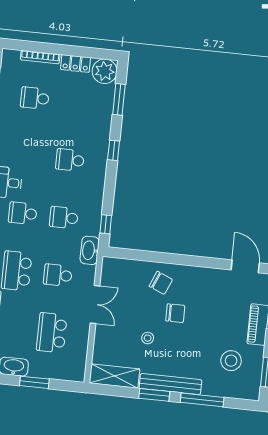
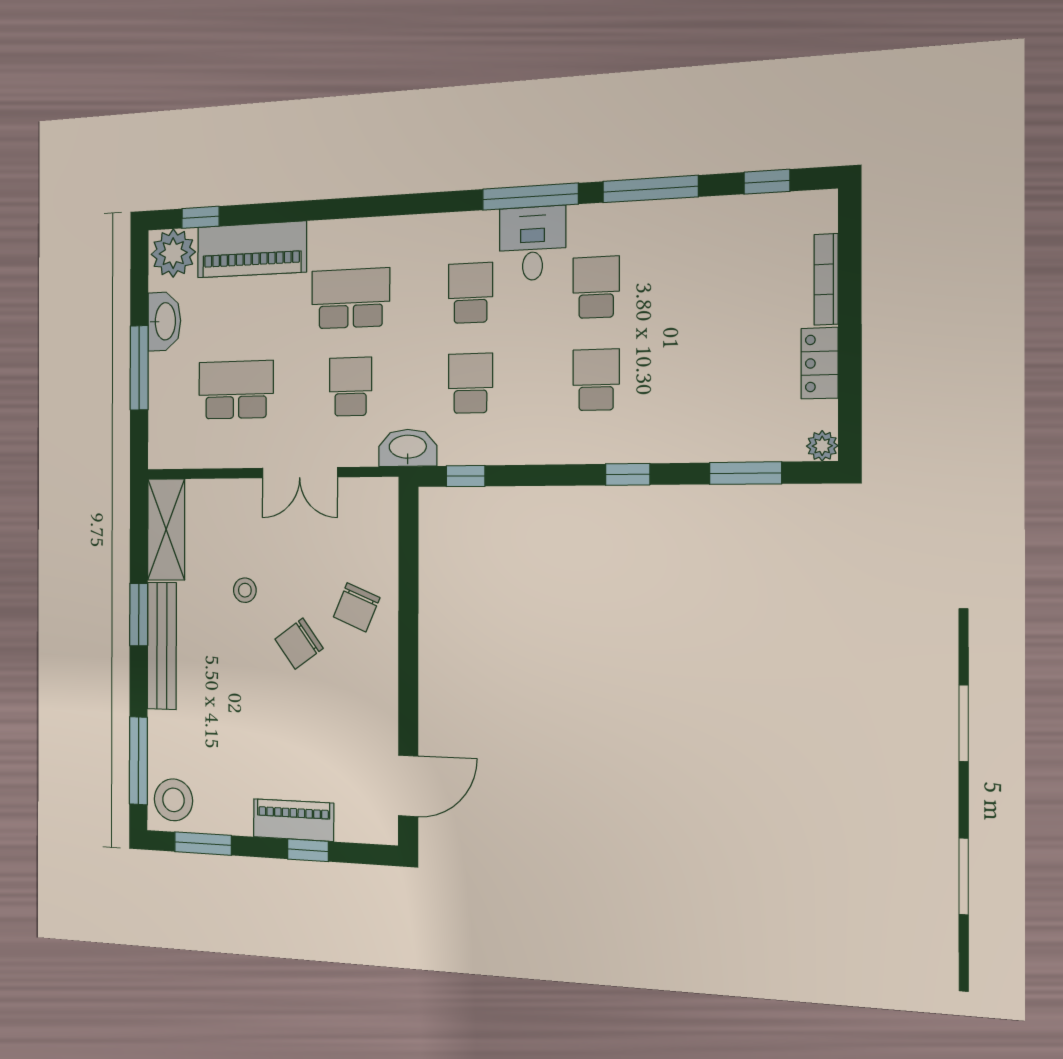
plant: (105, 71) -> (822, 446), width x0.53, depth x0.53
school desk: (35, 98) -> (596, 287), moved
chair: (175, 313) -> (299, 644), turned 54
stool: (231, 361) -> (173, 800), moved
window: (34, 382) -> (139, 368), width x1.44
window: (202, 400) -> (138, 761), moved

